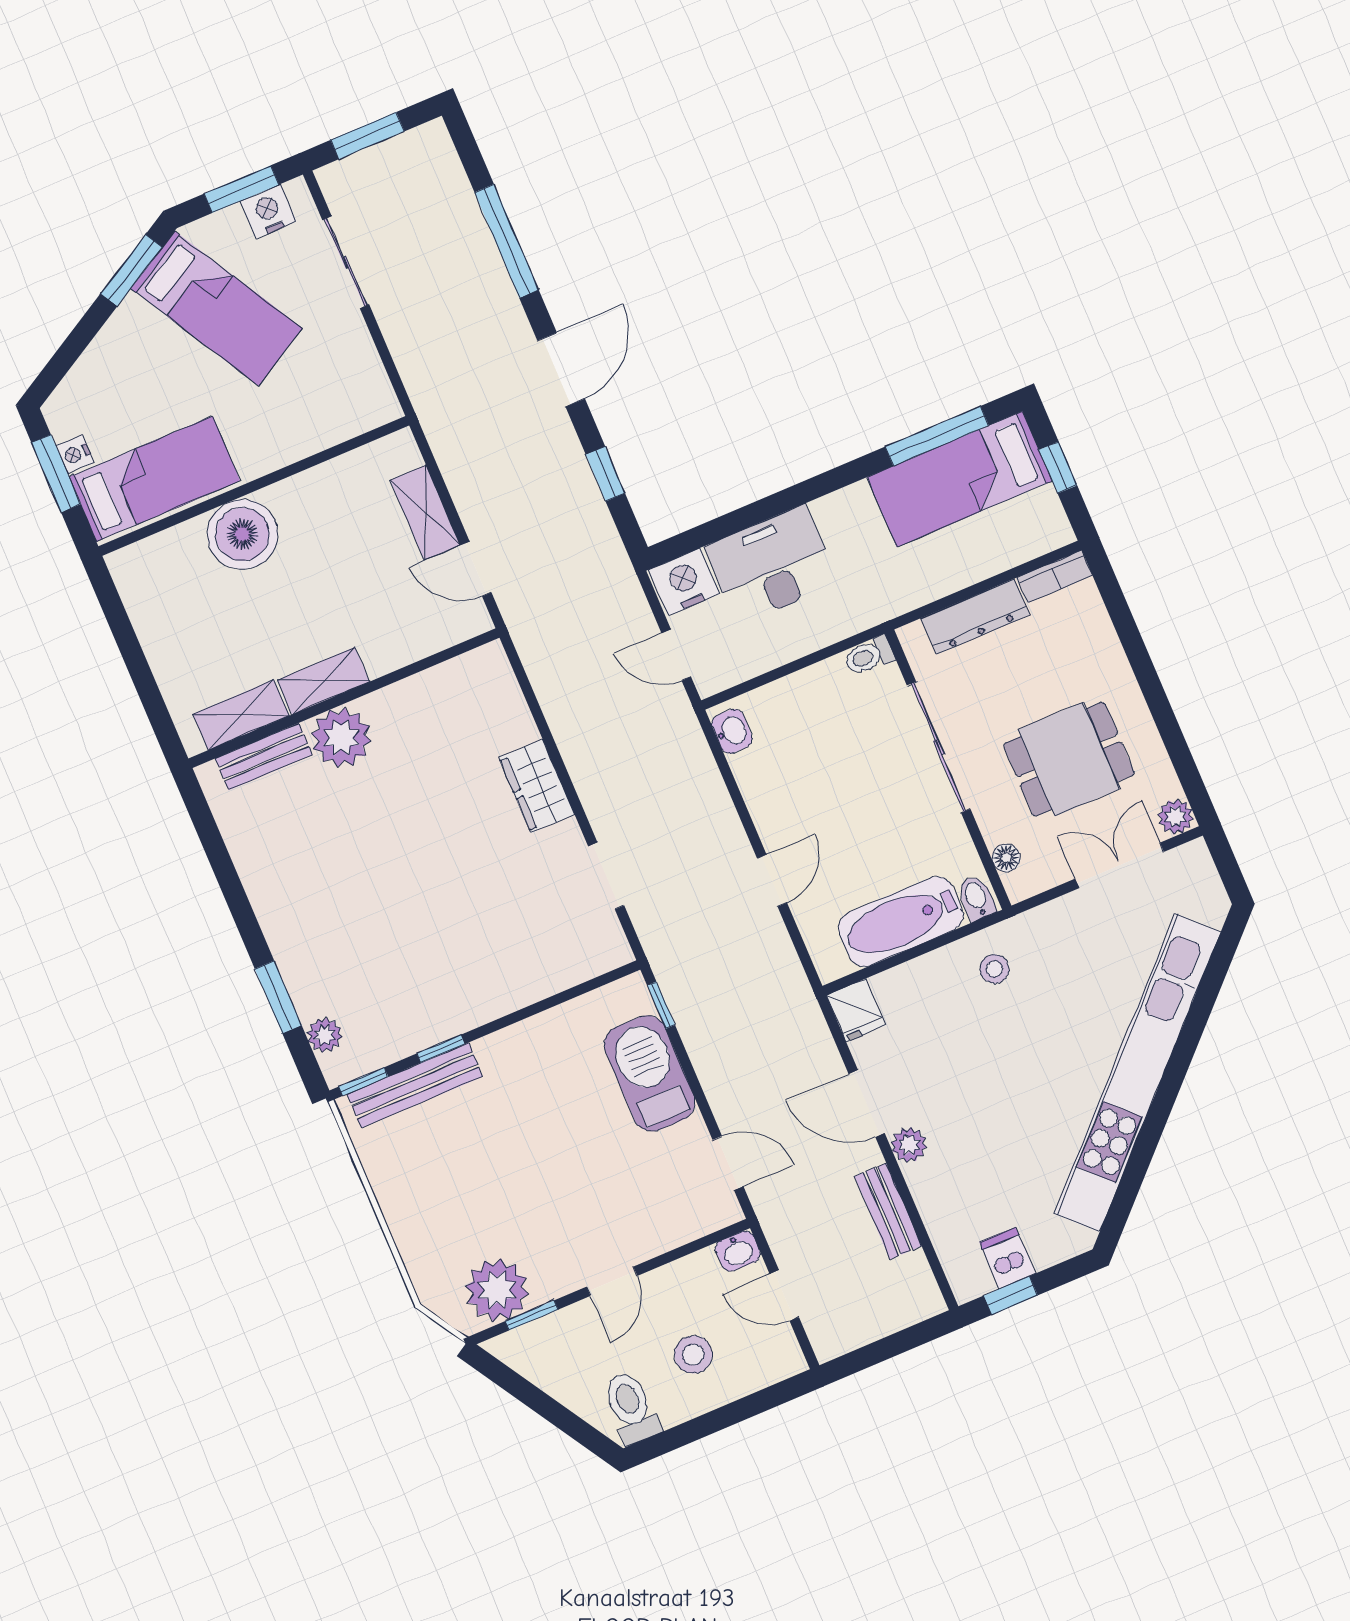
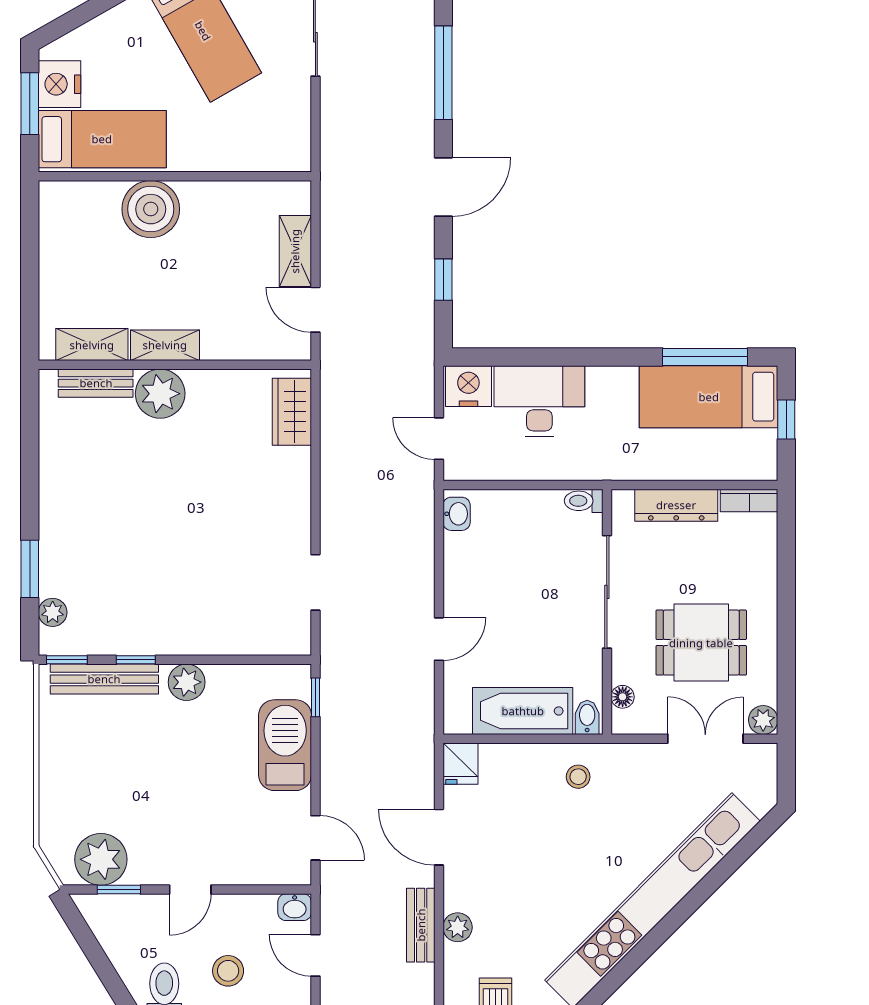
nightstand: (75, 454) -> (59, 84), width x1.89, depth x1.79
wardrobe: (537, 786) -> (292, 412), moved
plant: (509, 1050) -> (187, 682), added
plant: (909, 1145) -> (458, 927), moved

